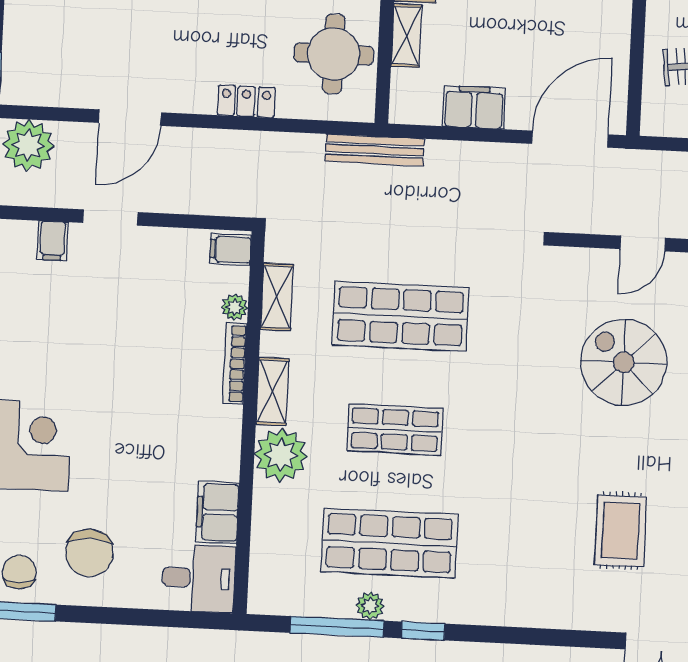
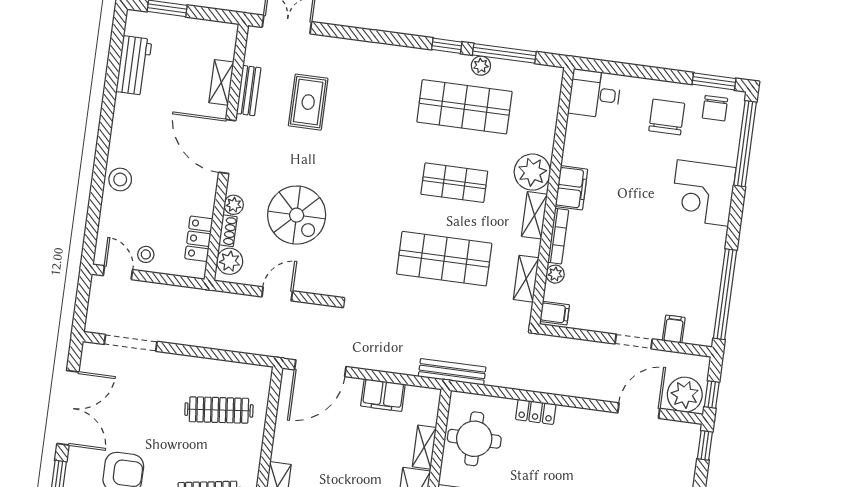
door: (130, 118) -> (639, 411), moved
filing cabinet: (218, 512) -> (571, 188), moved

